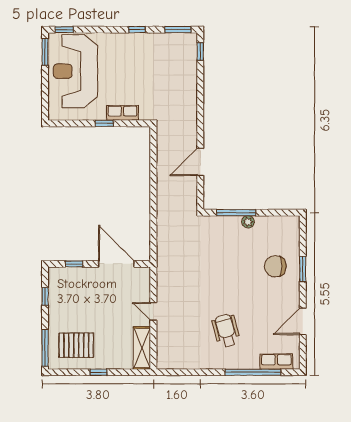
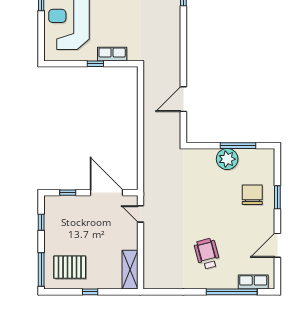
window: (236, 213) -> (238, 146), moved
plant: (248, 222) -> (227, 159), width x1.87, depth x1.87
chair: (275, 266) -> (252, 195), turned 90
door: (153, 311) -> (140, 214), moved

